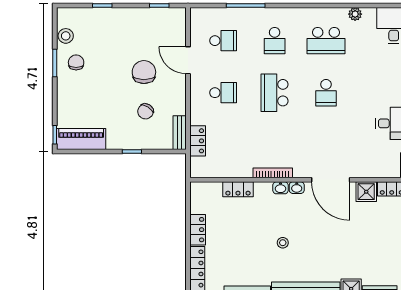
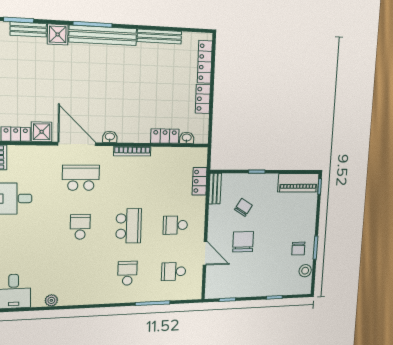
school desk: (326, 41) -> (81, 178), moved
chair: (144, 72) -> (243, 242), turned 180
washbasin: (281, 188) -> (187, 138), moved
stool: (283, 243) -> (124, 84), removed

